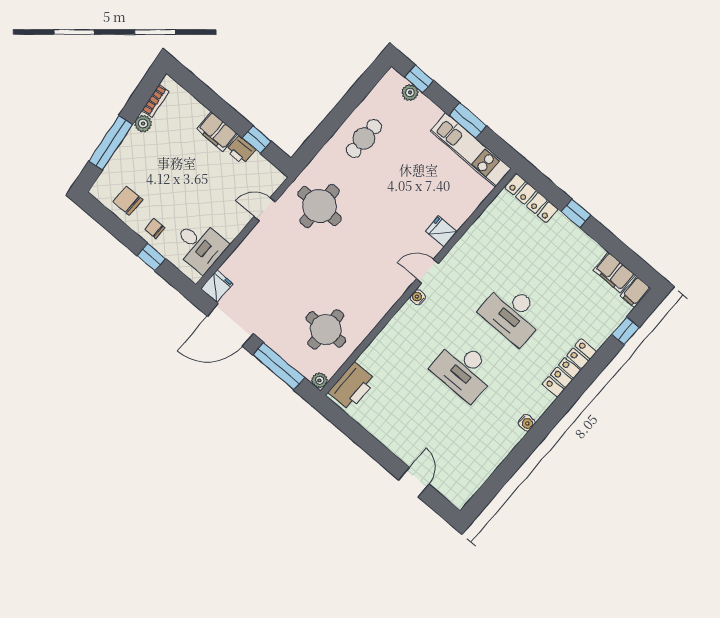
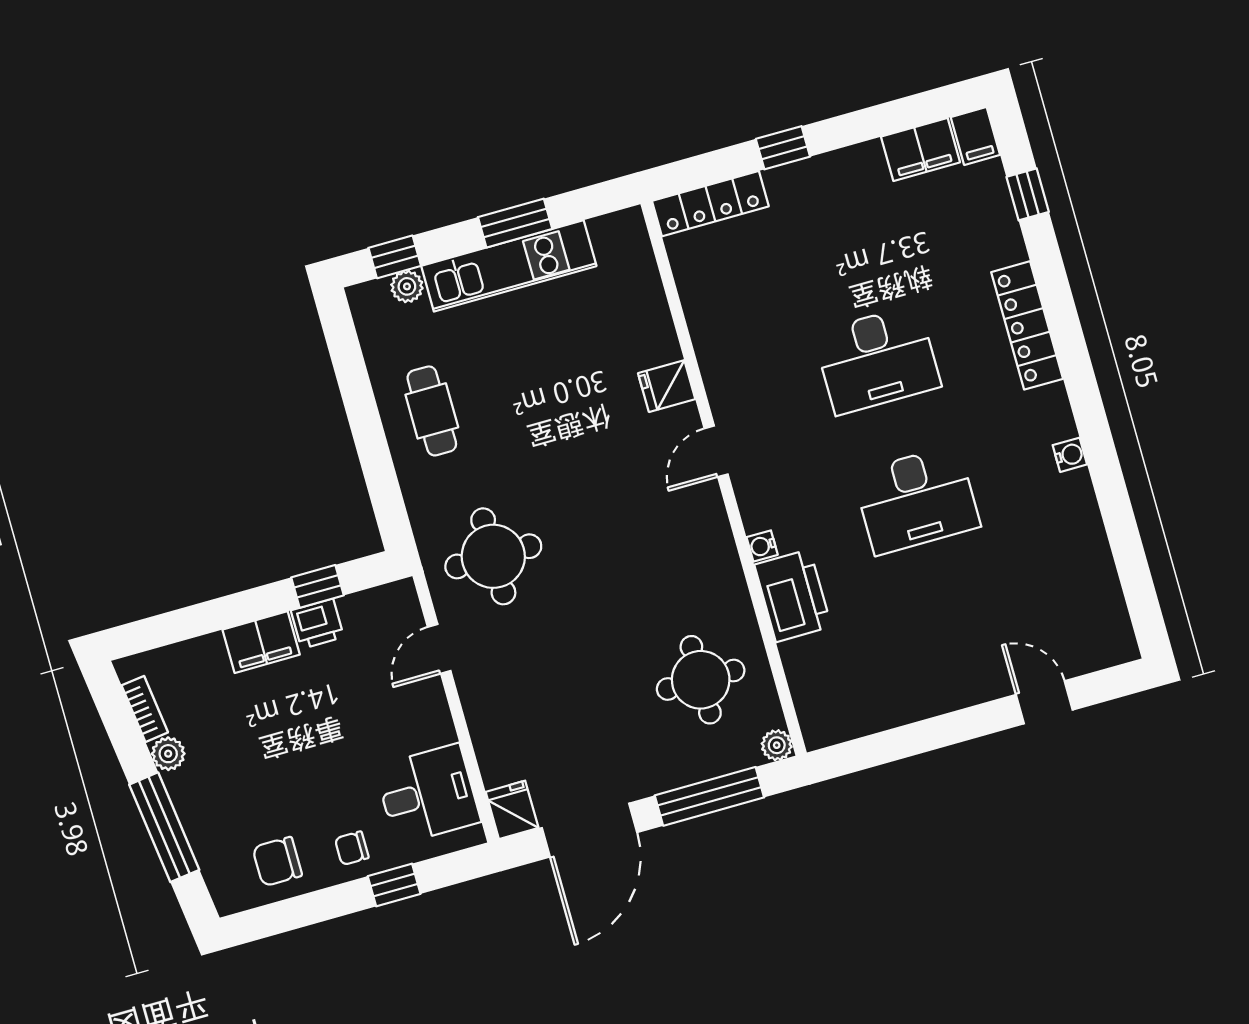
kitchen unit: (471, 150) -> (509, 266), moved
water cooler: (418, 297) -> (762, 546), moved
printer: (352, 386) -> (793, 596), moved

